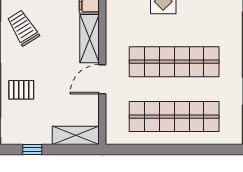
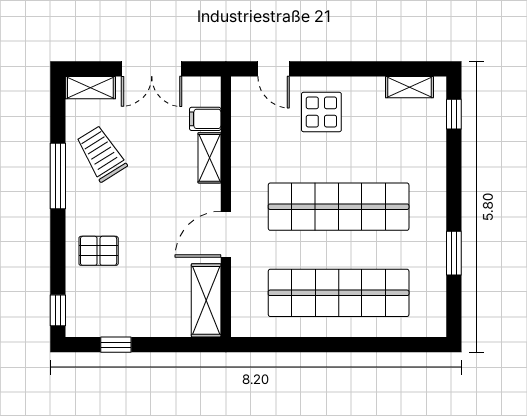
shelving: (89, 39) -> (209, 158), width x0.67, depth x0.75
shelving: (76, 135) -> (206, 300), moved, turned 90

